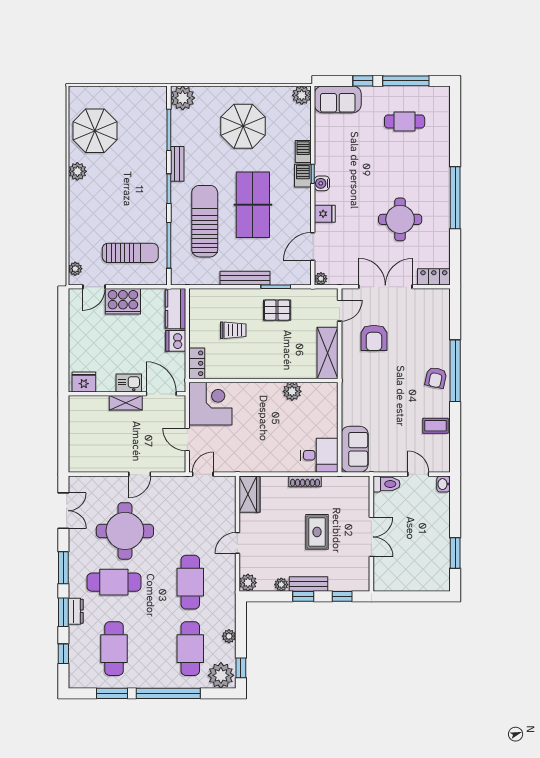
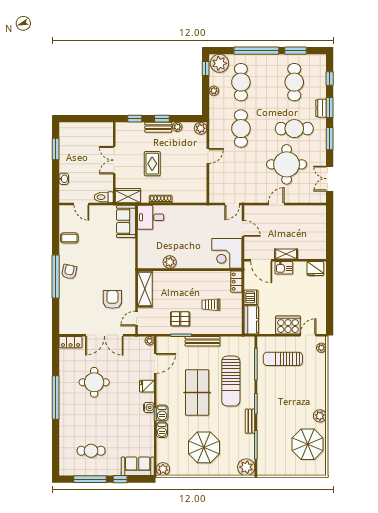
washbasin: (443, 484) -> (64, 179), moved
wardrobe: (250, 494) -> (128, 196), moved, turned 90

